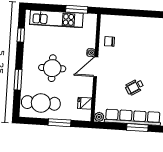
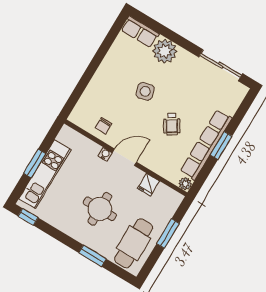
window: (77, 9) -> (35, 163), moved
window: (21, 35) -> (28, 217), moved
side table: (147, 57) -> (145, 91), added
door: (96, 67) -> (125, 157), swing flipped
fridge: (85, 103) -> (148, 185), moved

